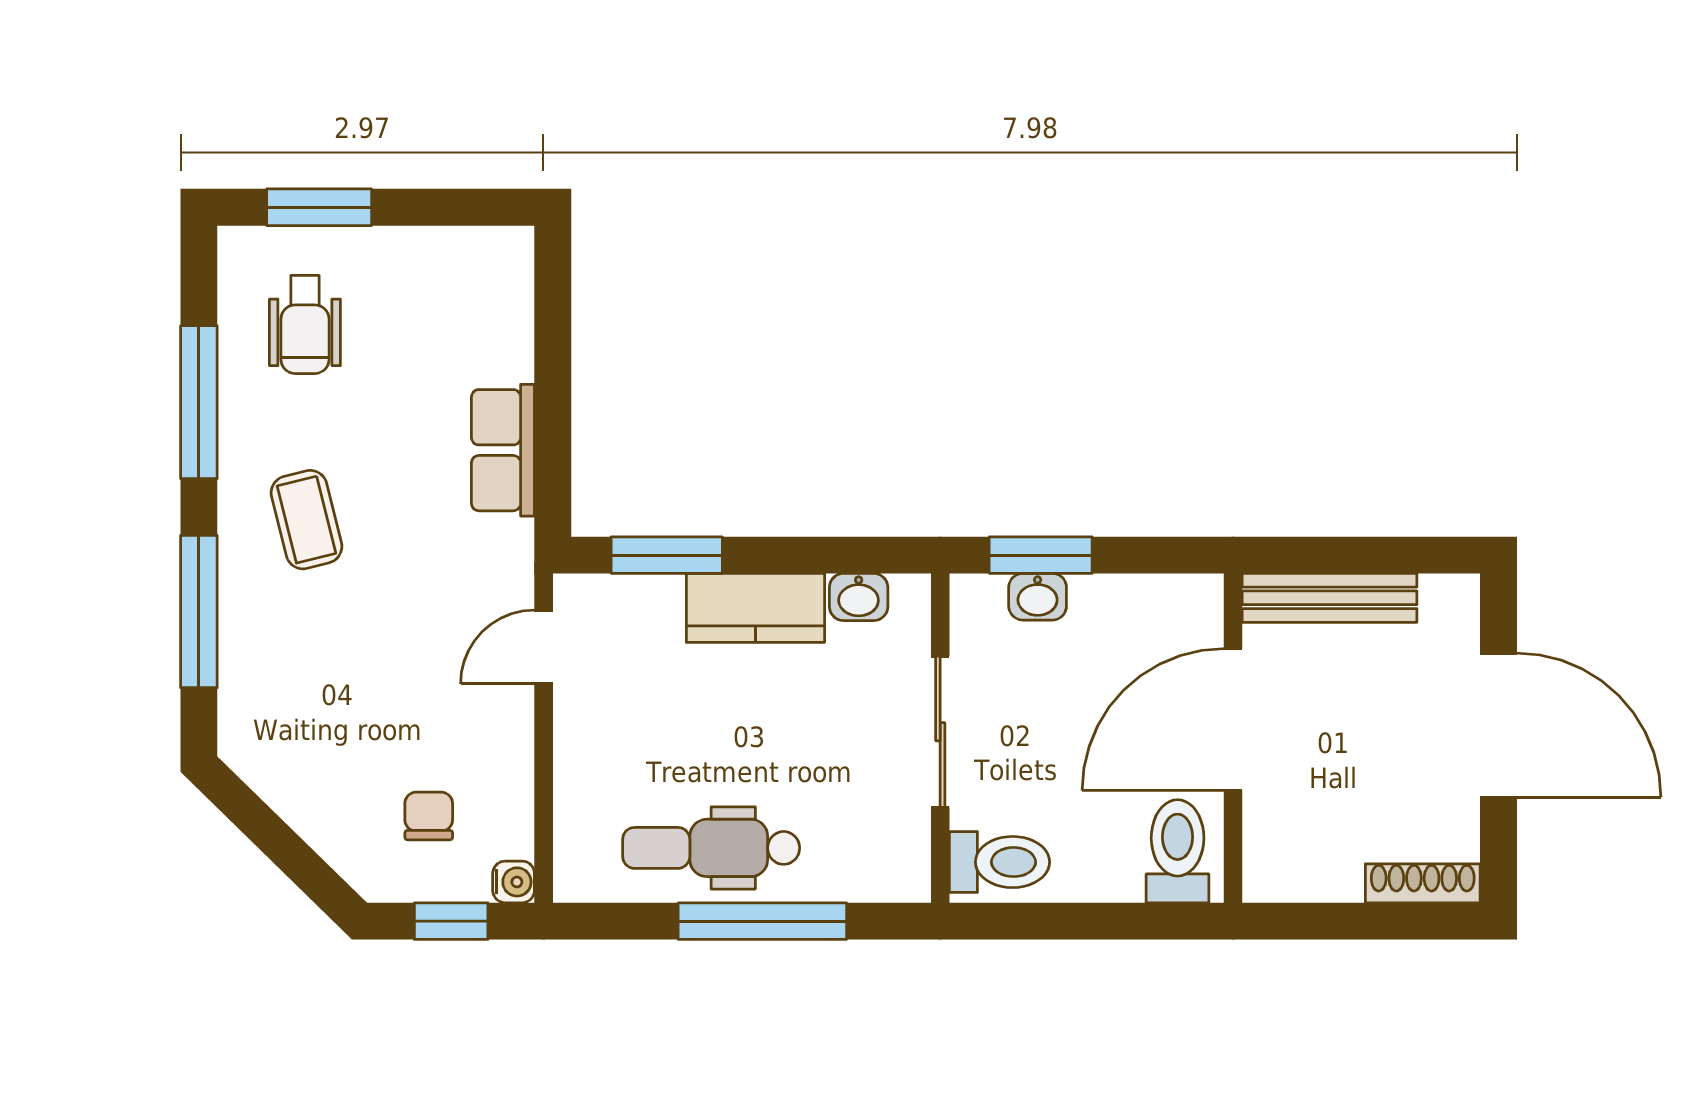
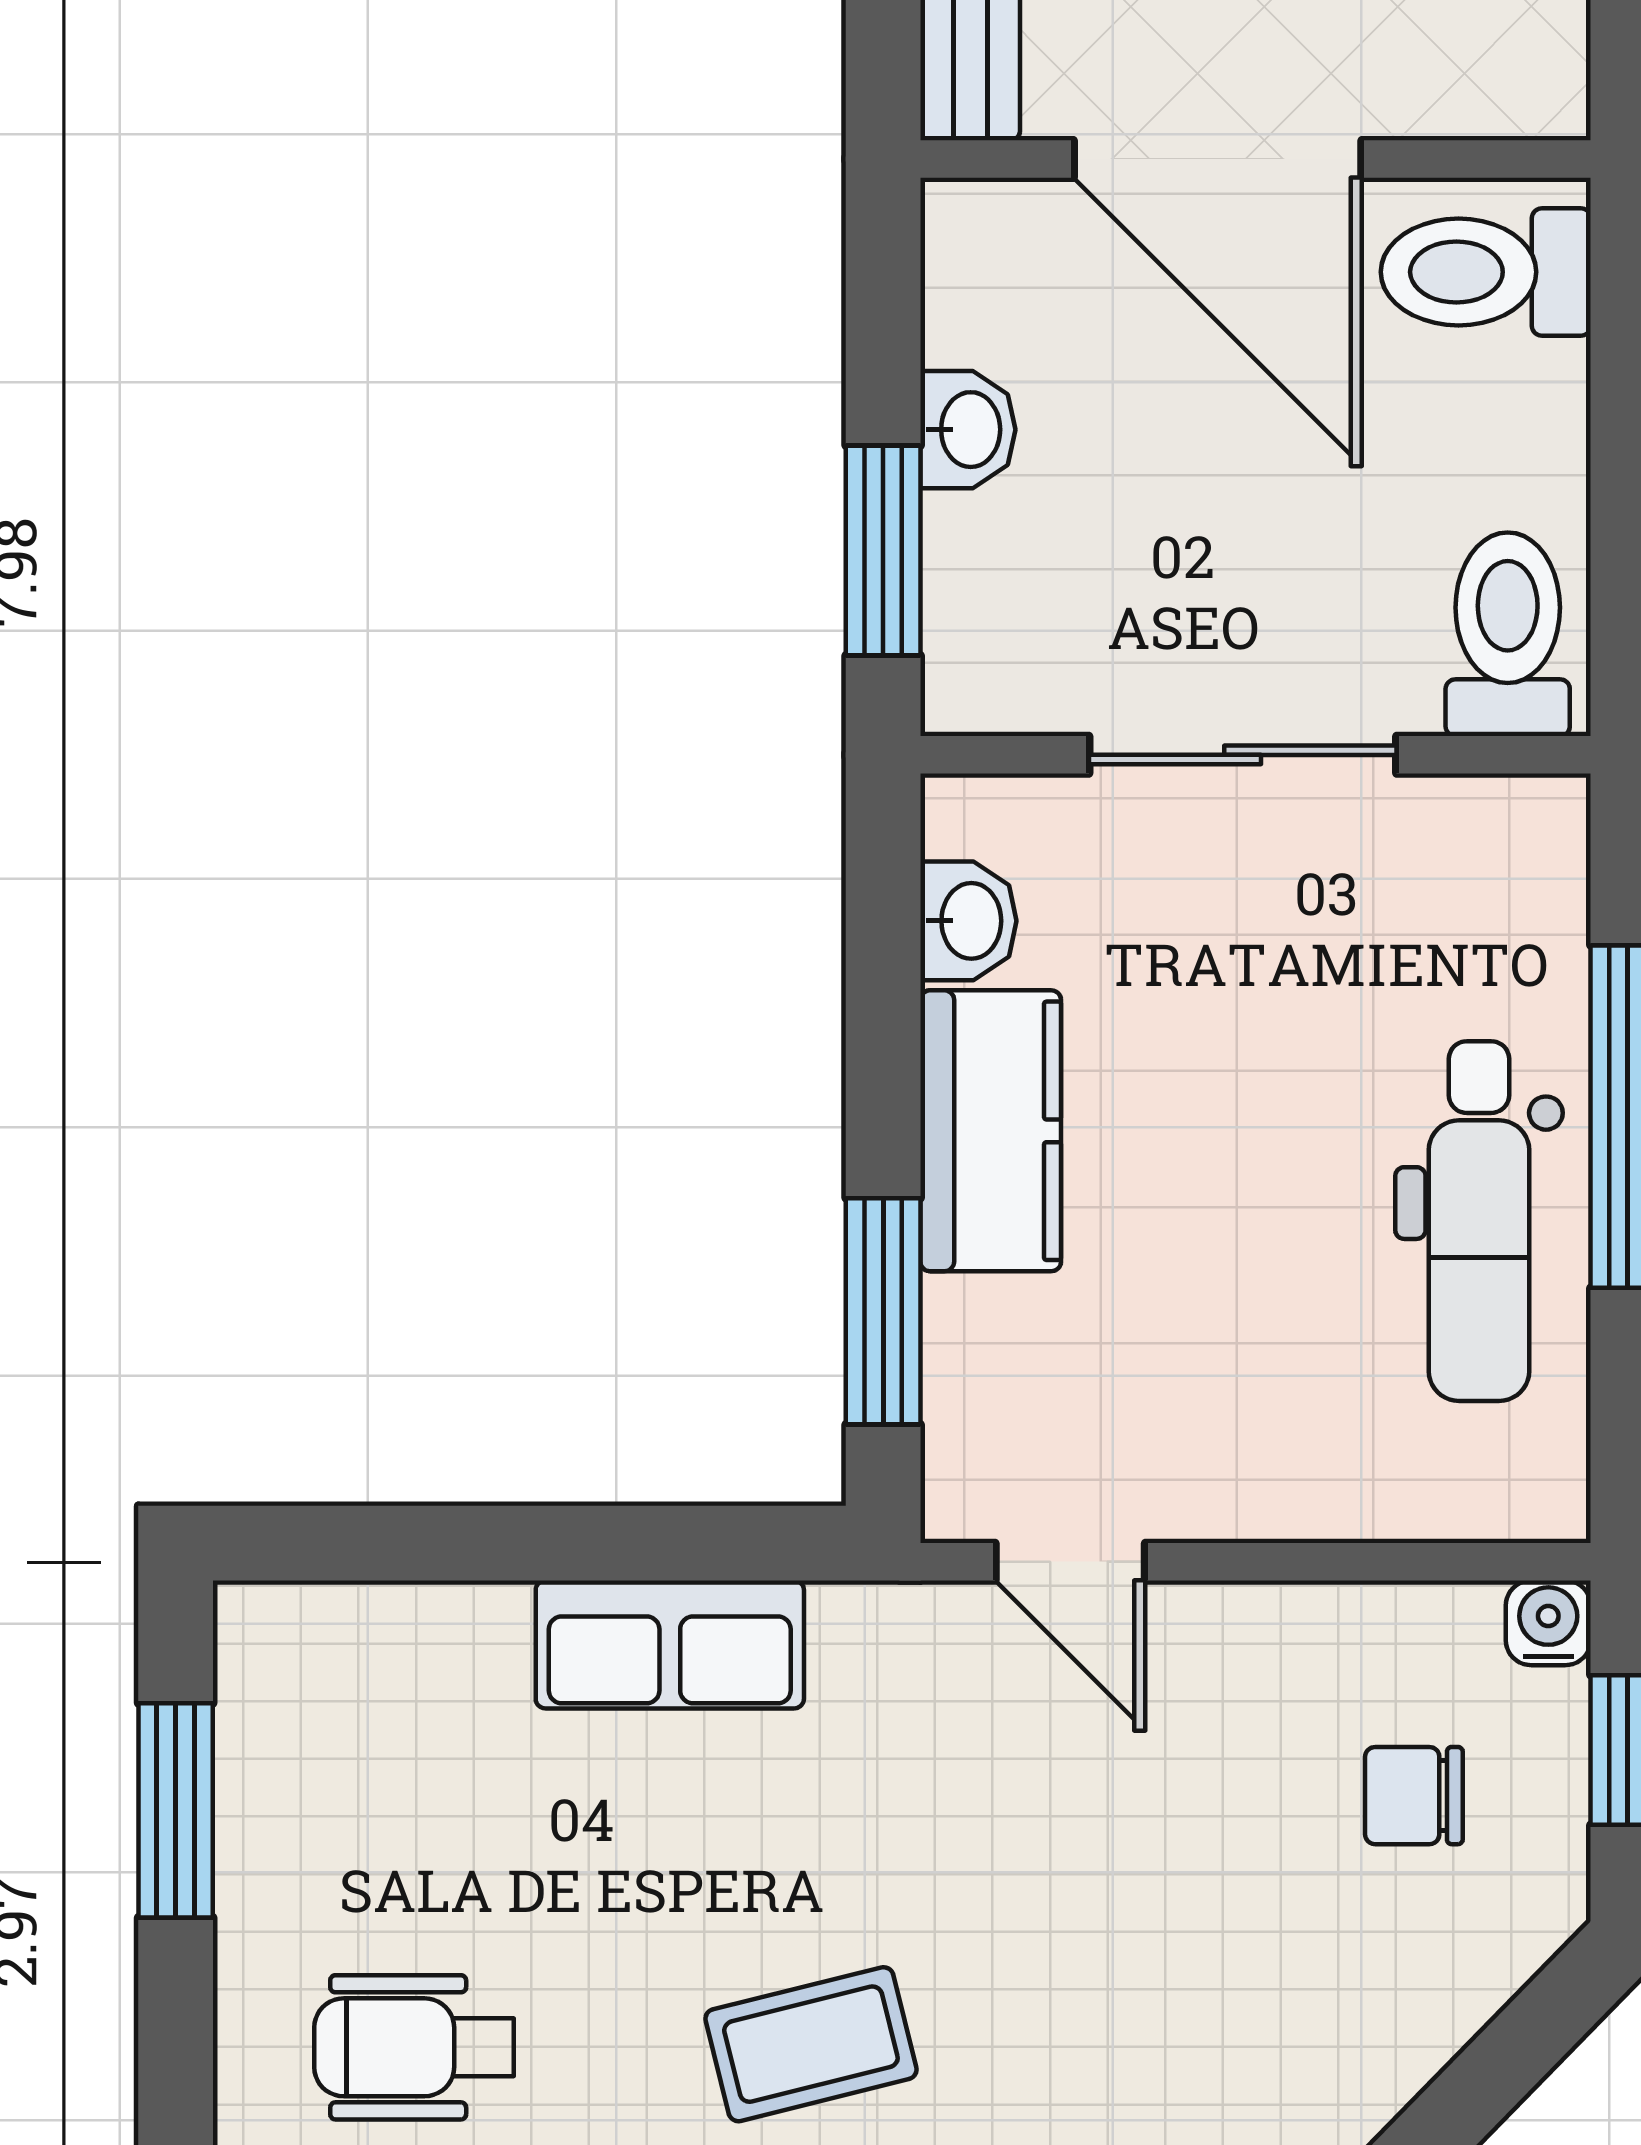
window: (319, 207) -> (176, 1810), moved
wheelchair: (305, 325) -> (414, 2047), turned 180
washbasin: (1038, 597) -> (968, 430), moved

